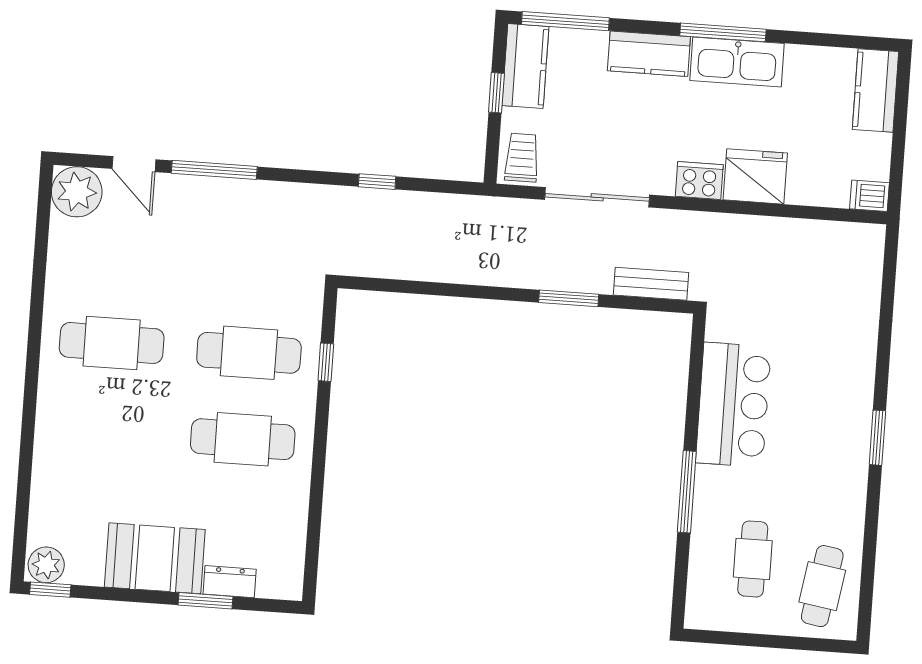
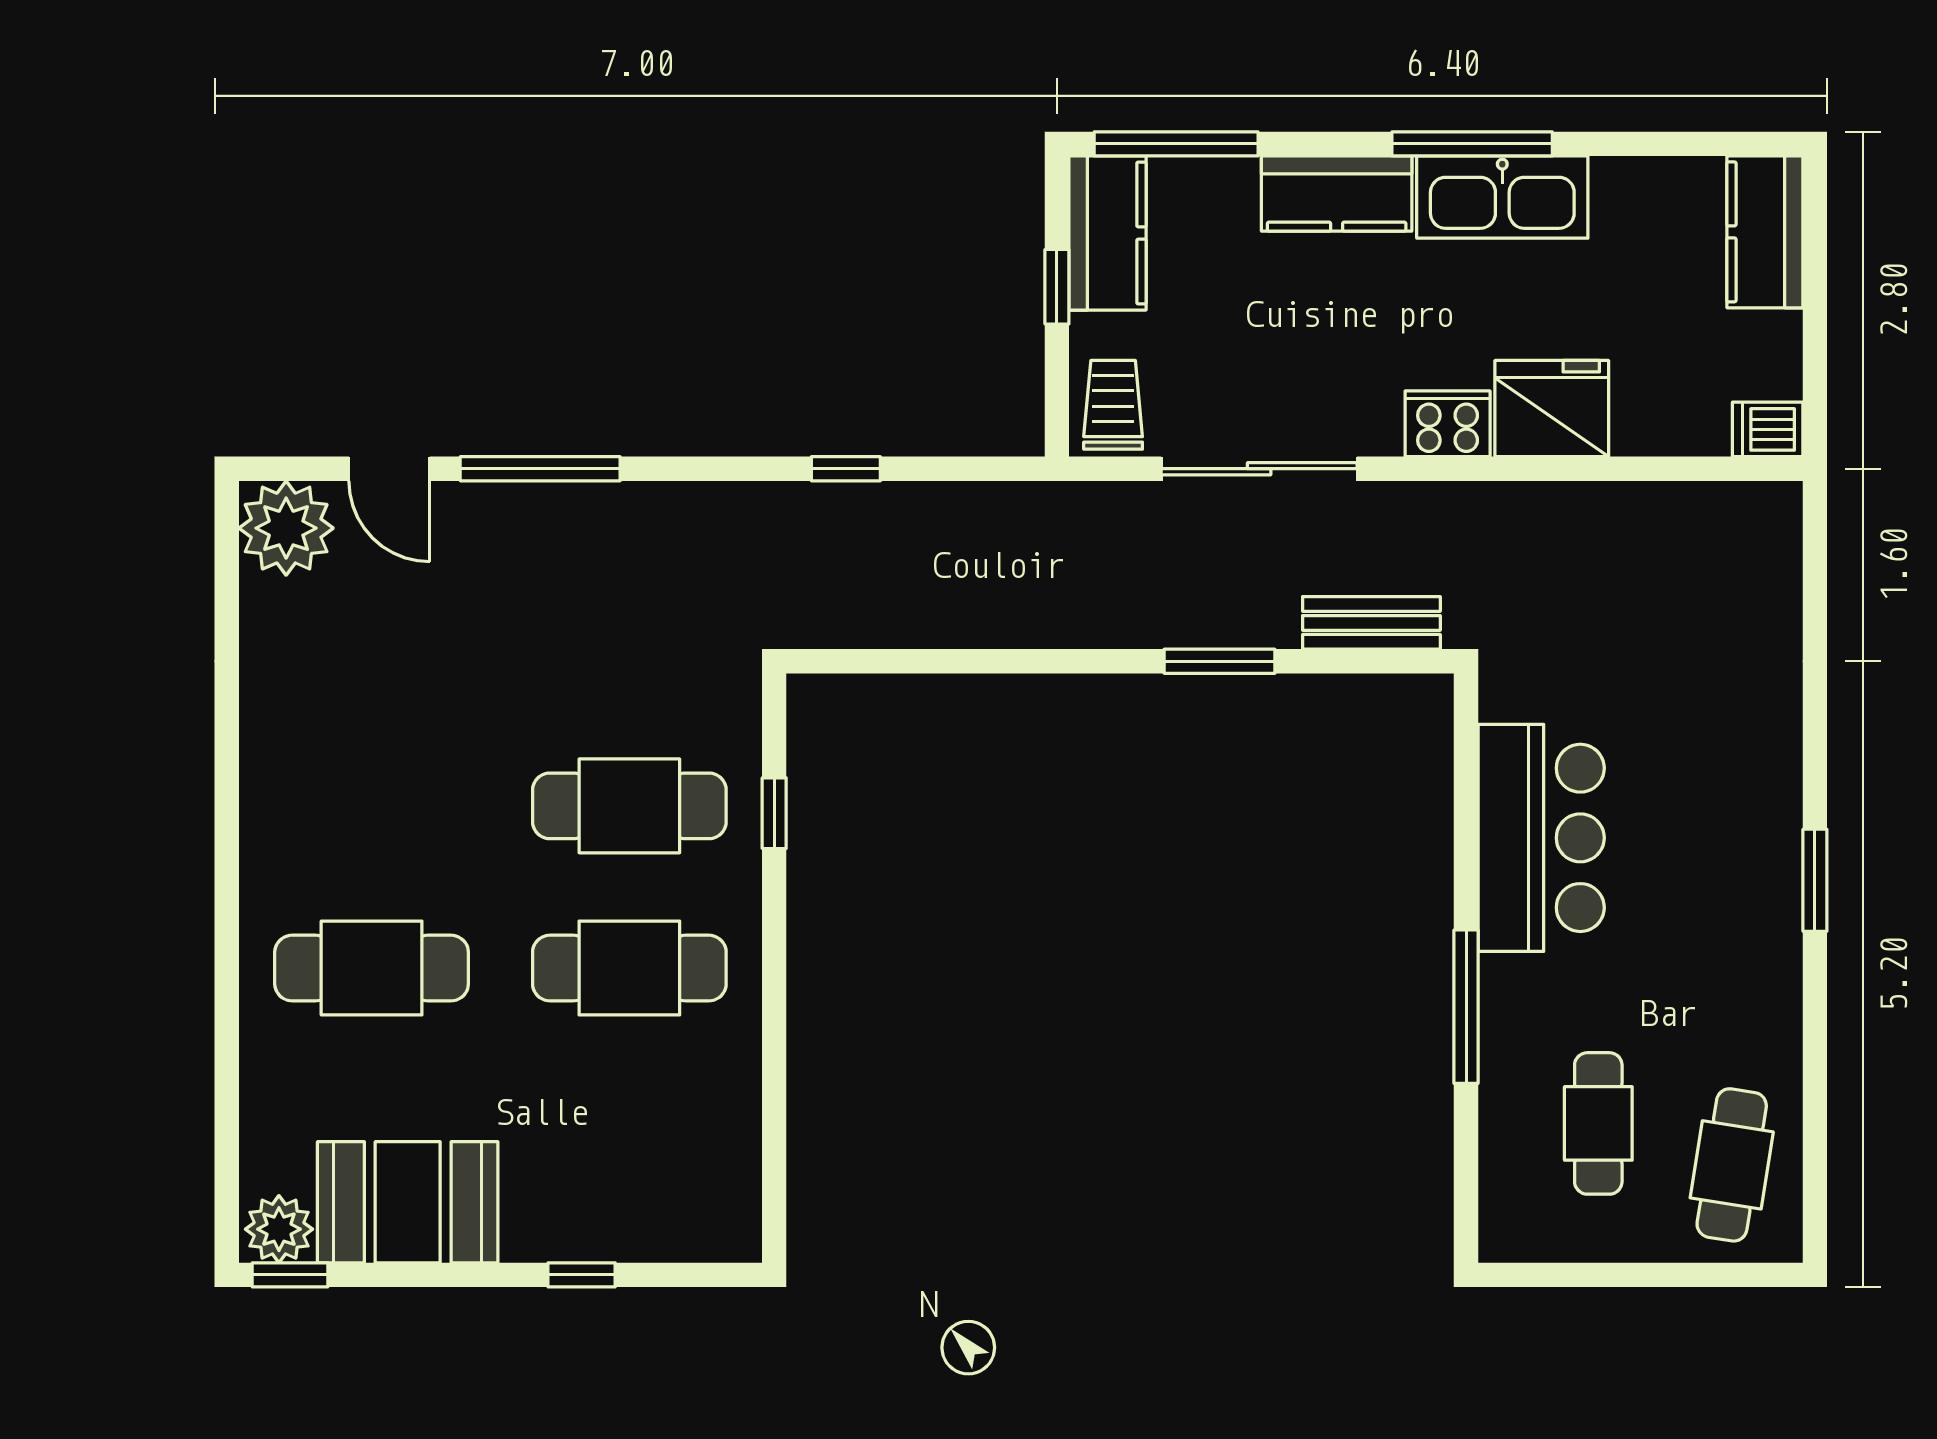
cafe table: (112, 343) -> (372, 968), moved
booth: (155, 558) -> (408, 1202), moved
dresser: (230, 582) -> (624, 1236), removed
window: (206, 601) -> (582, 1275), width x0.67

